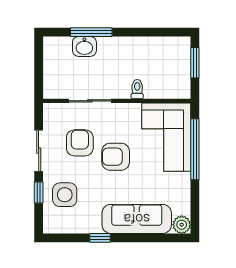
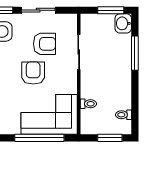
washbasin: (84, 46) -> (123, 23), moved
toilet: (167, 46) -> (124, 115), added
window: (39, 62) -> (111, 10), added
toilet: (137, 89) -> (88, 104), moved

